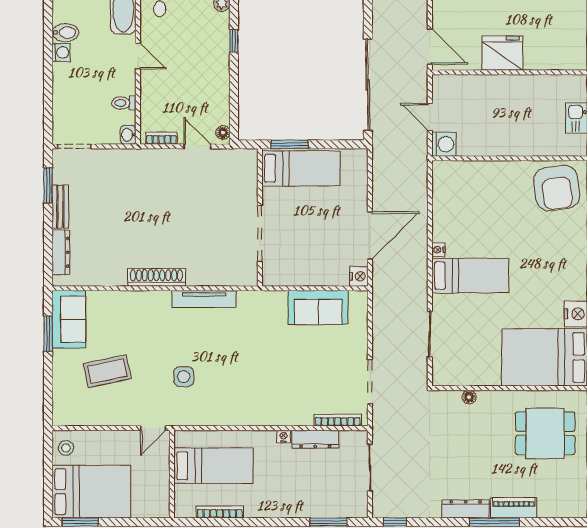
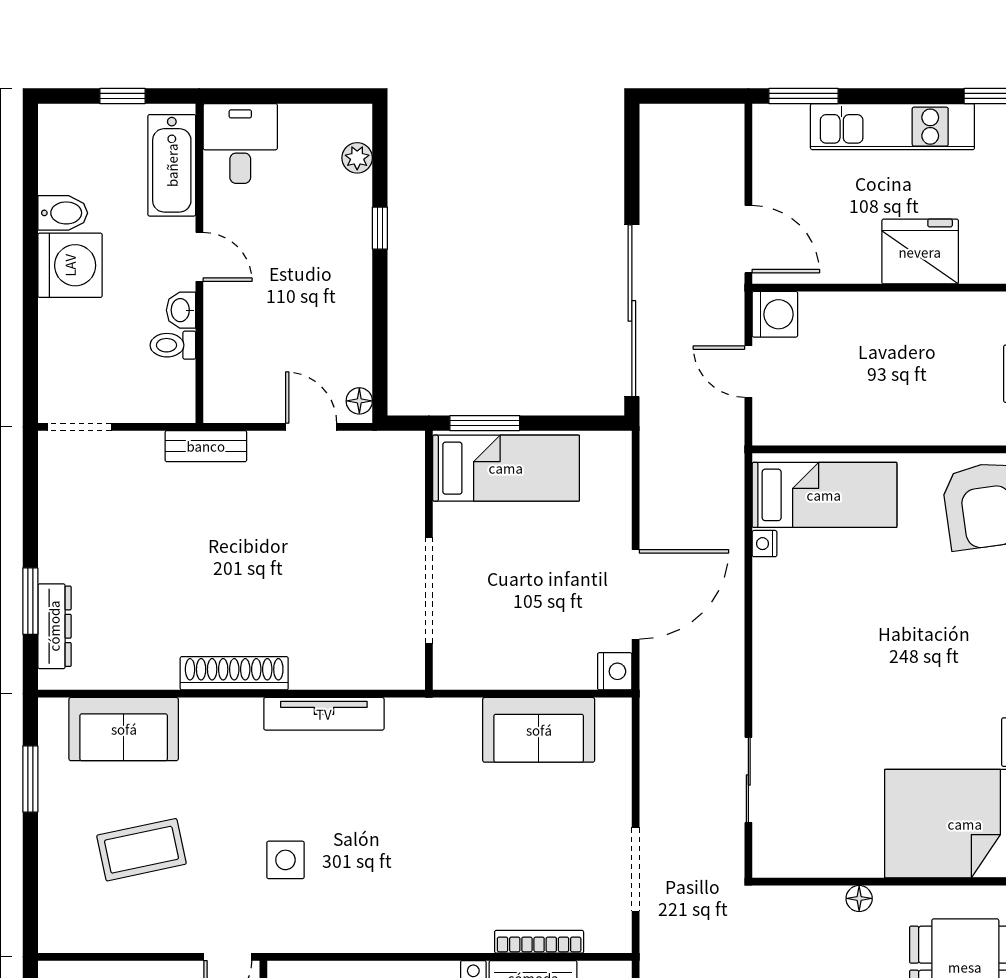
washing machine: (61, 52) -> (70, 265), width x1.89, depth x1.89
fridge: (502, 53) -> (920, 252), moved
washbasin: (128, 135) -> (181, 310), moved
bookcase: (162, 138) -> (244, 411), removed
washing machine: (444, 144) -> (775, 314), moved
window: (48, 185) -> (30, 601), moved
bench: (60, 207) -> (206, 446), moved, turned 90
nightstand: (438, 250) -> (764, 544), moved
bed: (470, 276) -> (824, 495), moved
sofa: (69, 319) -> (124, 729), moved, turned 90
floor lamp: (469, 397) -> (859, 898), moved
bookcase: (338, 420) -> (539, 942), moved

